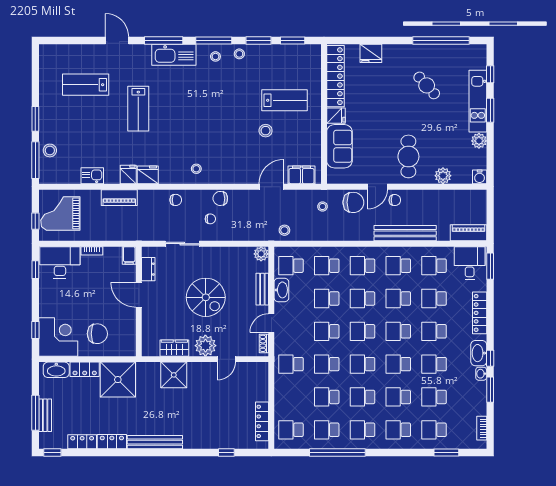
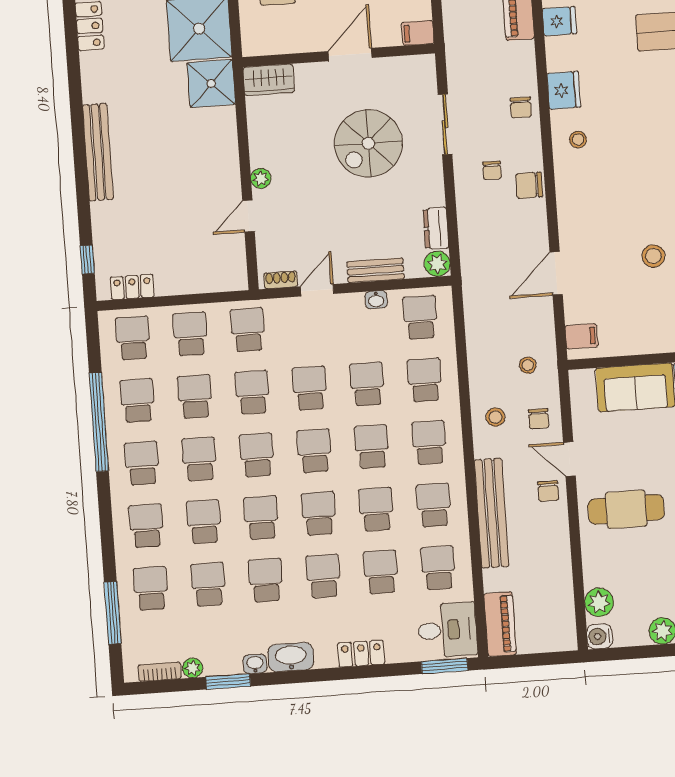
fridge: (148, 175) -> (564, 90), moved
filing cabinet: (301, 175) -> (581, 336), width x0.50
plant: (443, 176) -> (599, 602), moved
door: (271, 187) -> (556, 273), swing flipped
chair: (220, 198) -> (529, 185), turned -88
chair: (353, 202) -> (539, 419), width x0.54, depth x0.54
stool: (284, 230) -> (495, 417), moved
dresser: (148, 269) -> (436, 228), moved, turned 90
washbasin: (281, 290) -> (376, 300), width x0.52, depth x0.69
spiral stairs: (206, 297) -> (368, 143), moved
locker: (480, 313) -> (361, 654), width x0.66
door: (271, 323) -> (317, 290), hinge flipped
plant: (205, 346) -> (261, 178), width x0.53, depth x0.53
wardrobe: (174, 348) -> (269, 80), moved, turned 90
window: (490, 358) -> (283, 678), removed
door: (226, 359) -> (248, 216), hinge flipped
shower: (174, 375) -> (211, 83), moved
school desk: (291, 397) -> (190, 334), added
plant: (481, 409) -> (193, 668), added
locker: (262, 421) -> (132, 287), width x0.66
bench: (155, 442) -> (98, 152), moved
window: (226, 452) -> (87, 260), moved
window: (446, 452) -> (113, 613), width x1.44

